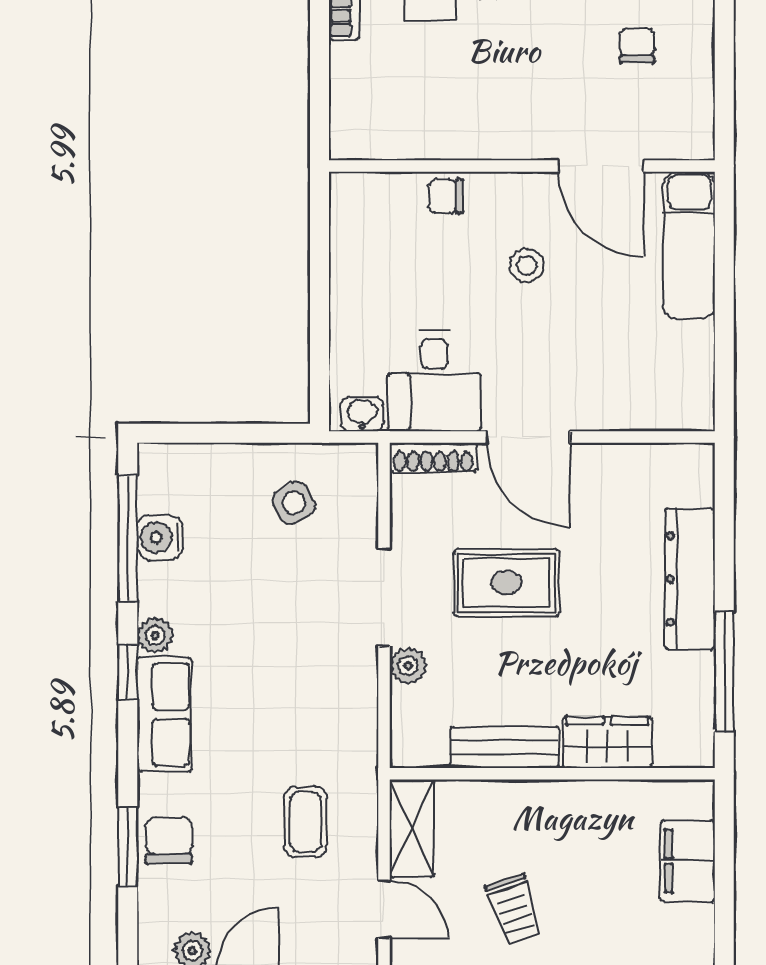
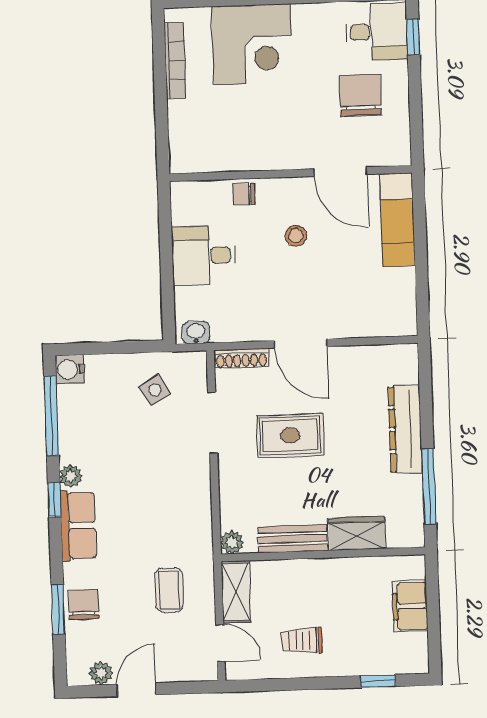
chair: (637, 46) -> (360, 95), width x1.87, depth x1.87
desk: (434, 381) -> (204, 255), moved, turned 90
water cooler: (160, 537) -> (70, 369), moved
doorway: (384, 597) -> (213, 423), moved
plant: (408, 666) -> (232, 542), moved
trolley: (514, 910) -> (302, 641), turned 108

